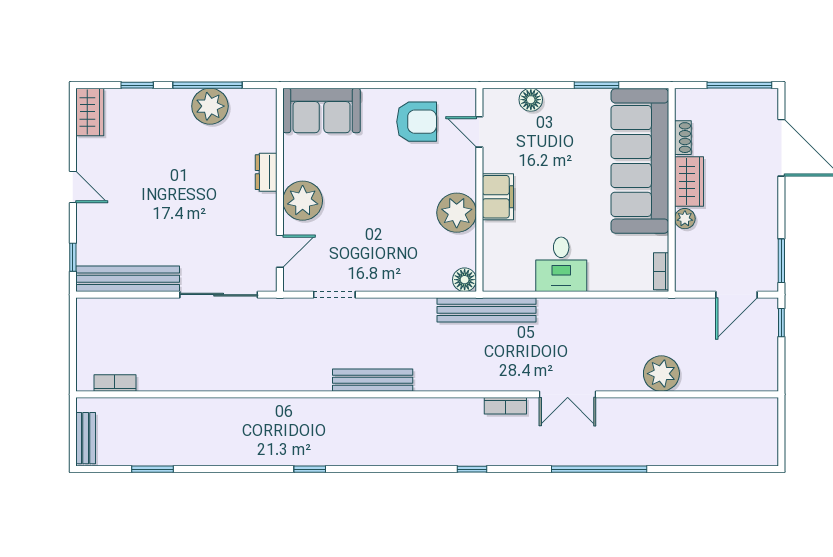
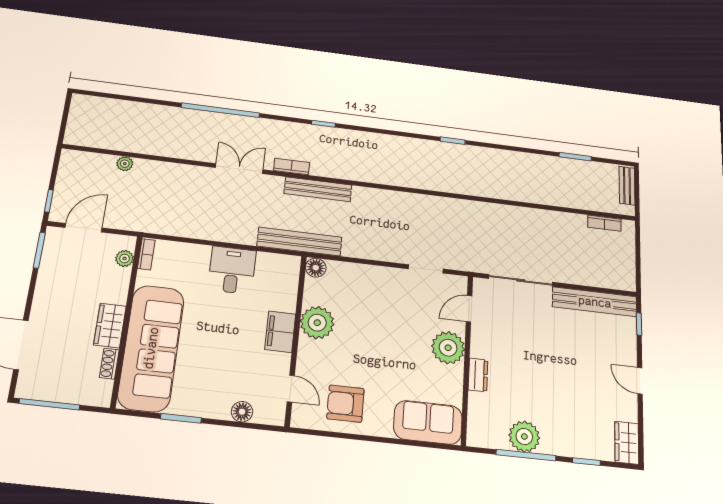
plant: (685, 219) -> (125, 258), moved
plant: (661, 374) -> (125, 164), moved, width x0.53, depth x0.53
bench: (373, 380) -> (318, 189), moved

